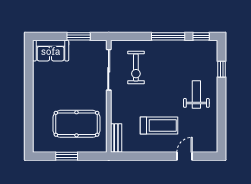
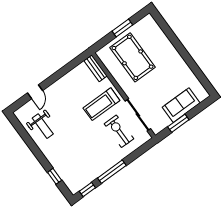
sofa: (51, 51) -> (181, 105), moved
weight bench: (196, 95) -> (43, 126), moved
pool table: (76, 124) -> (133, 57), turned 90
treadmill: (159, 126) -> (101, 104), moved

